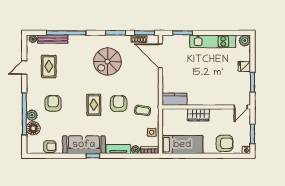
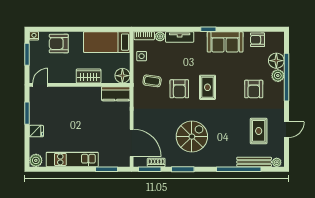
floor lamp: (169, 115) -> (122, 76), added
sofa: (84, 145) -> (225, 42), width x0.73

